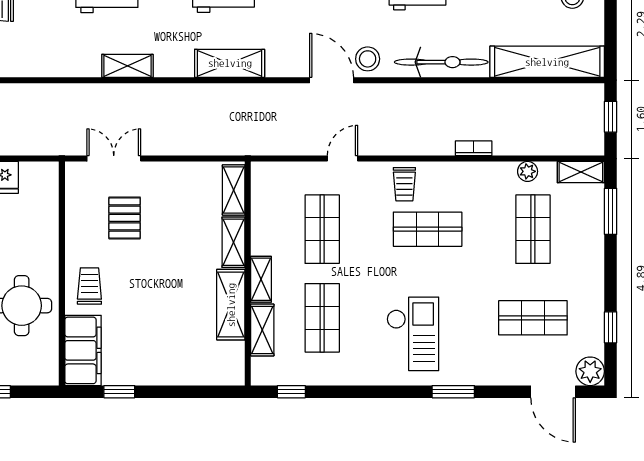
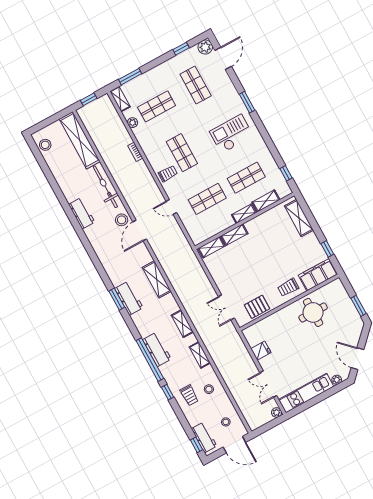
shelving: (56, 66) -> (200, 355), added
pallet: (125, 218) -> (257, 307), moved
shelving: (231, 305) -> (299, 218), moved, turned 90

